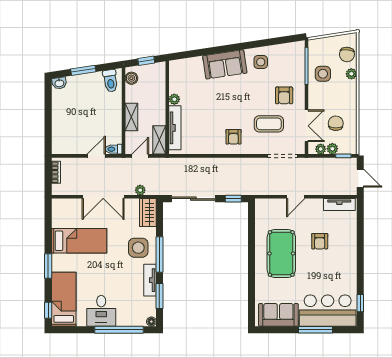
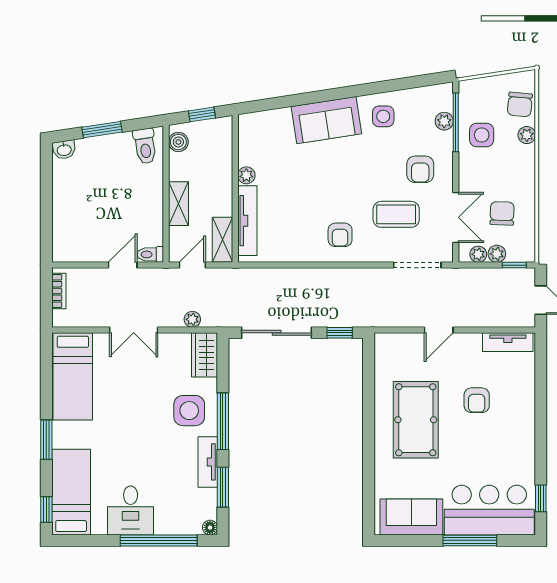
plant: (299, 65) -> (444, 121), added
double door: (103, 197) -> (134, 330), width x0.73
bed: (79, 241) -> (73, 376), moved, turned 90

